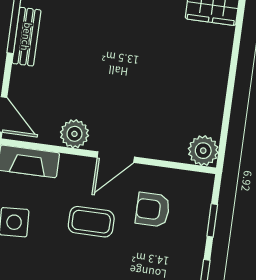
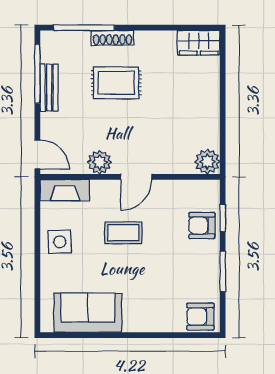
rug: (107, 42) -> (116, 83), added
armchair: (153, 210) -> (202, 225), moved

